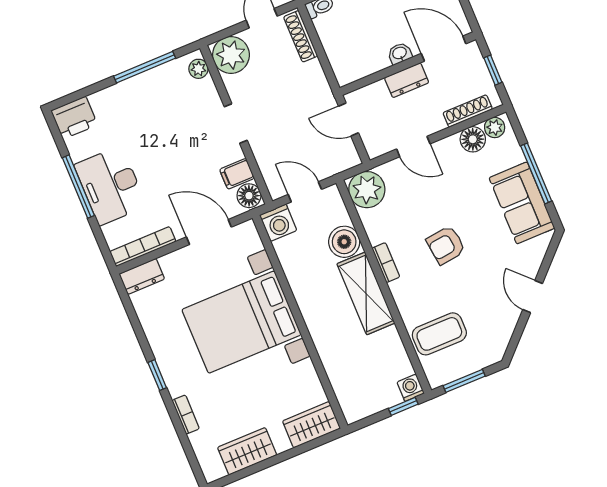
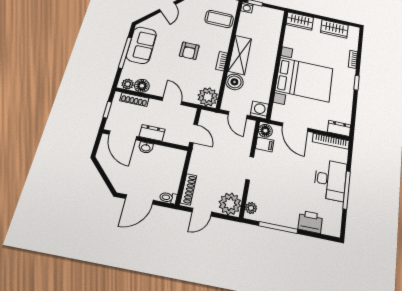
printer: (74, 118) -> (310, 222), moved
armchair: (446, 245) -> (189, 51), turned 97

